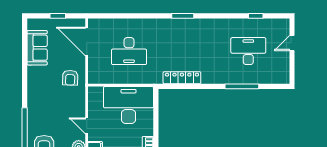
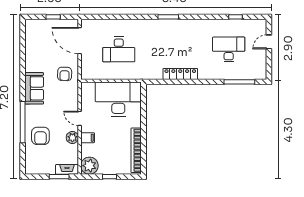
sofa: (37, 48) -> (34, 88), moved
locker: (182, 78) -> (180, 74), moved
window: (242, 86) -> (239, 82), moved

